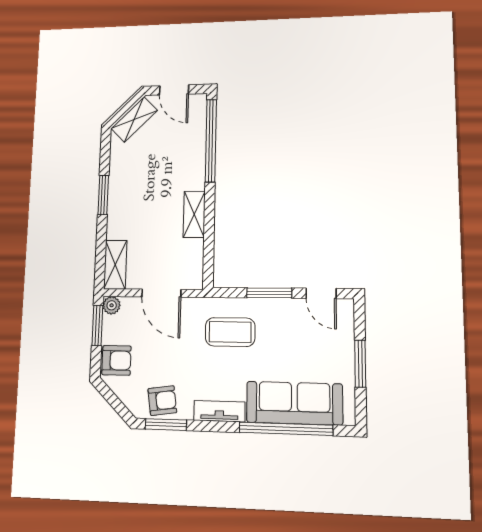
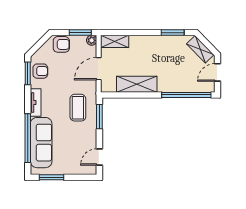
window: (103, 195) -> (173, 33), moved
shelving: (194, 214) -> (137, 84), width x1.50, depth x1.33
window: (269, 293) -> (99, 117), moved
armchair: (116, 360) -> (61, 44), turned -90
window: (360, 364) -> (51, 177), moved
armchair: (162, 401) -> (40, 71), turned -82

